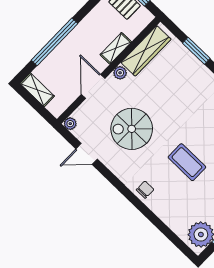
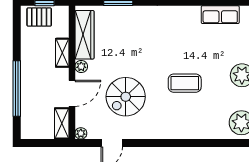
door: (93, 86) -> (72, 93), swing flipped
shelving: (37, 90) -> (62, 123), moved, turned 90
chair: (145, 190) -> (174, 129), removed

